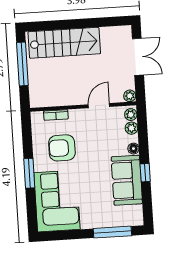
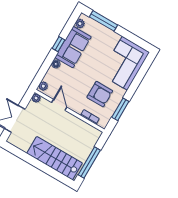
door: (99, 106) -> (59, 105), swing flipped
plant: (131, 128) -> (80, 24), moved
window: (29, 173) -> (120, 109), moved

